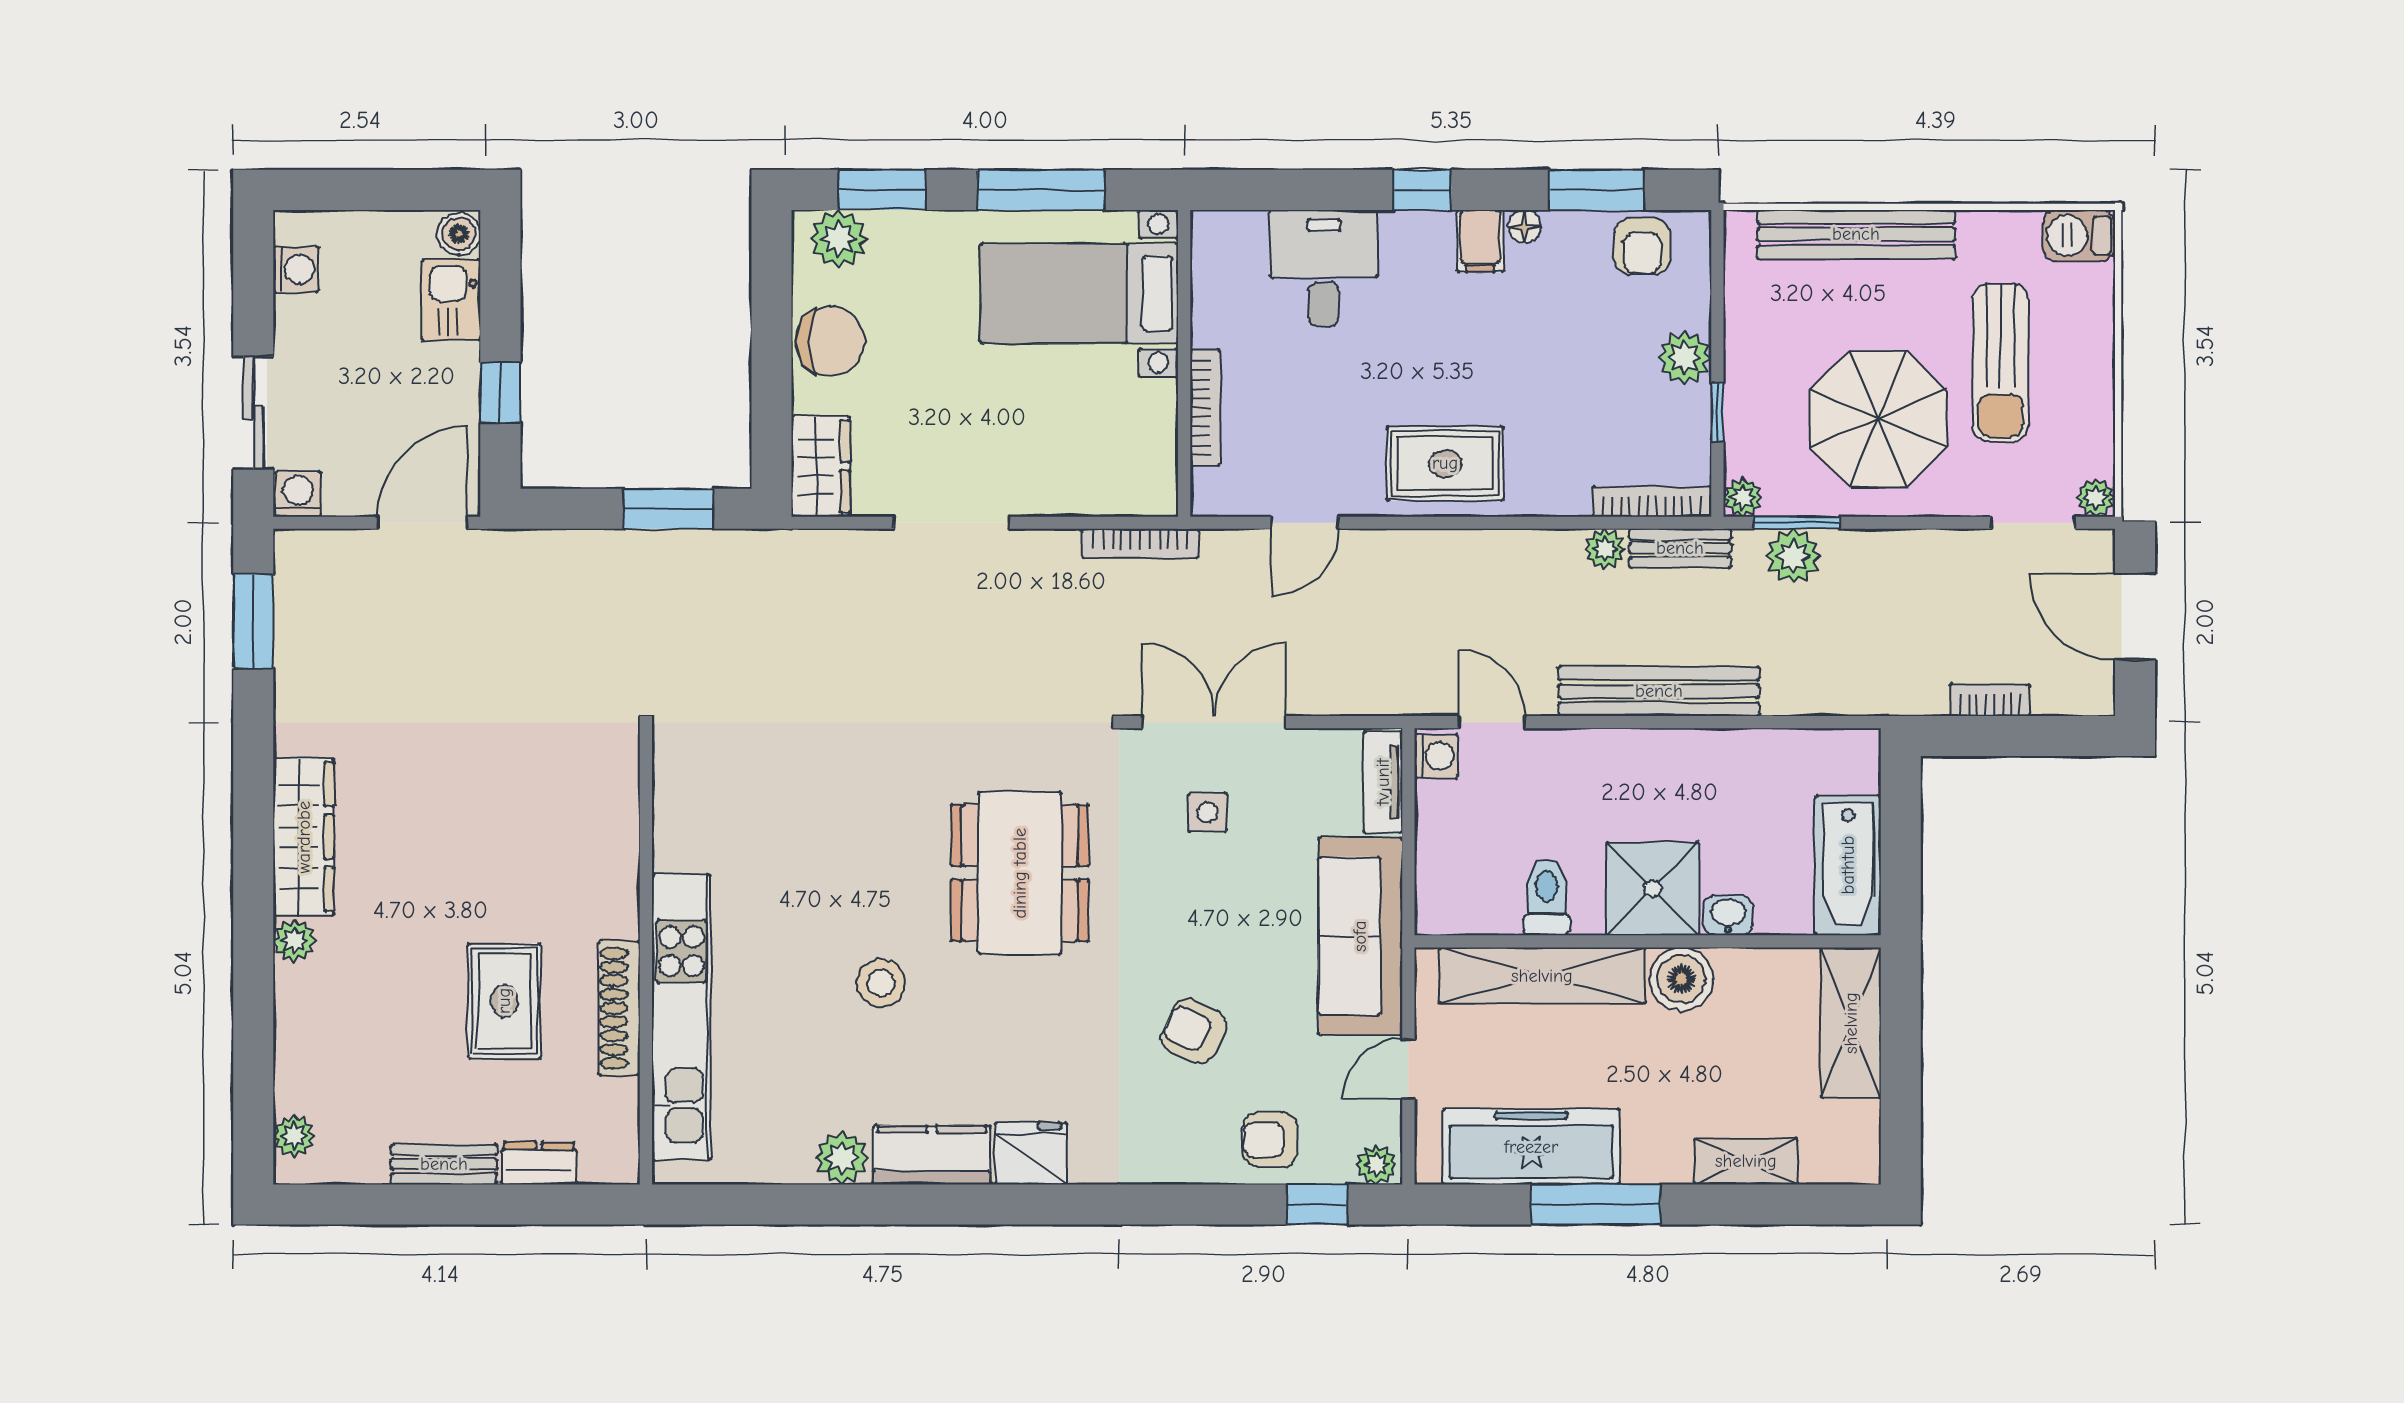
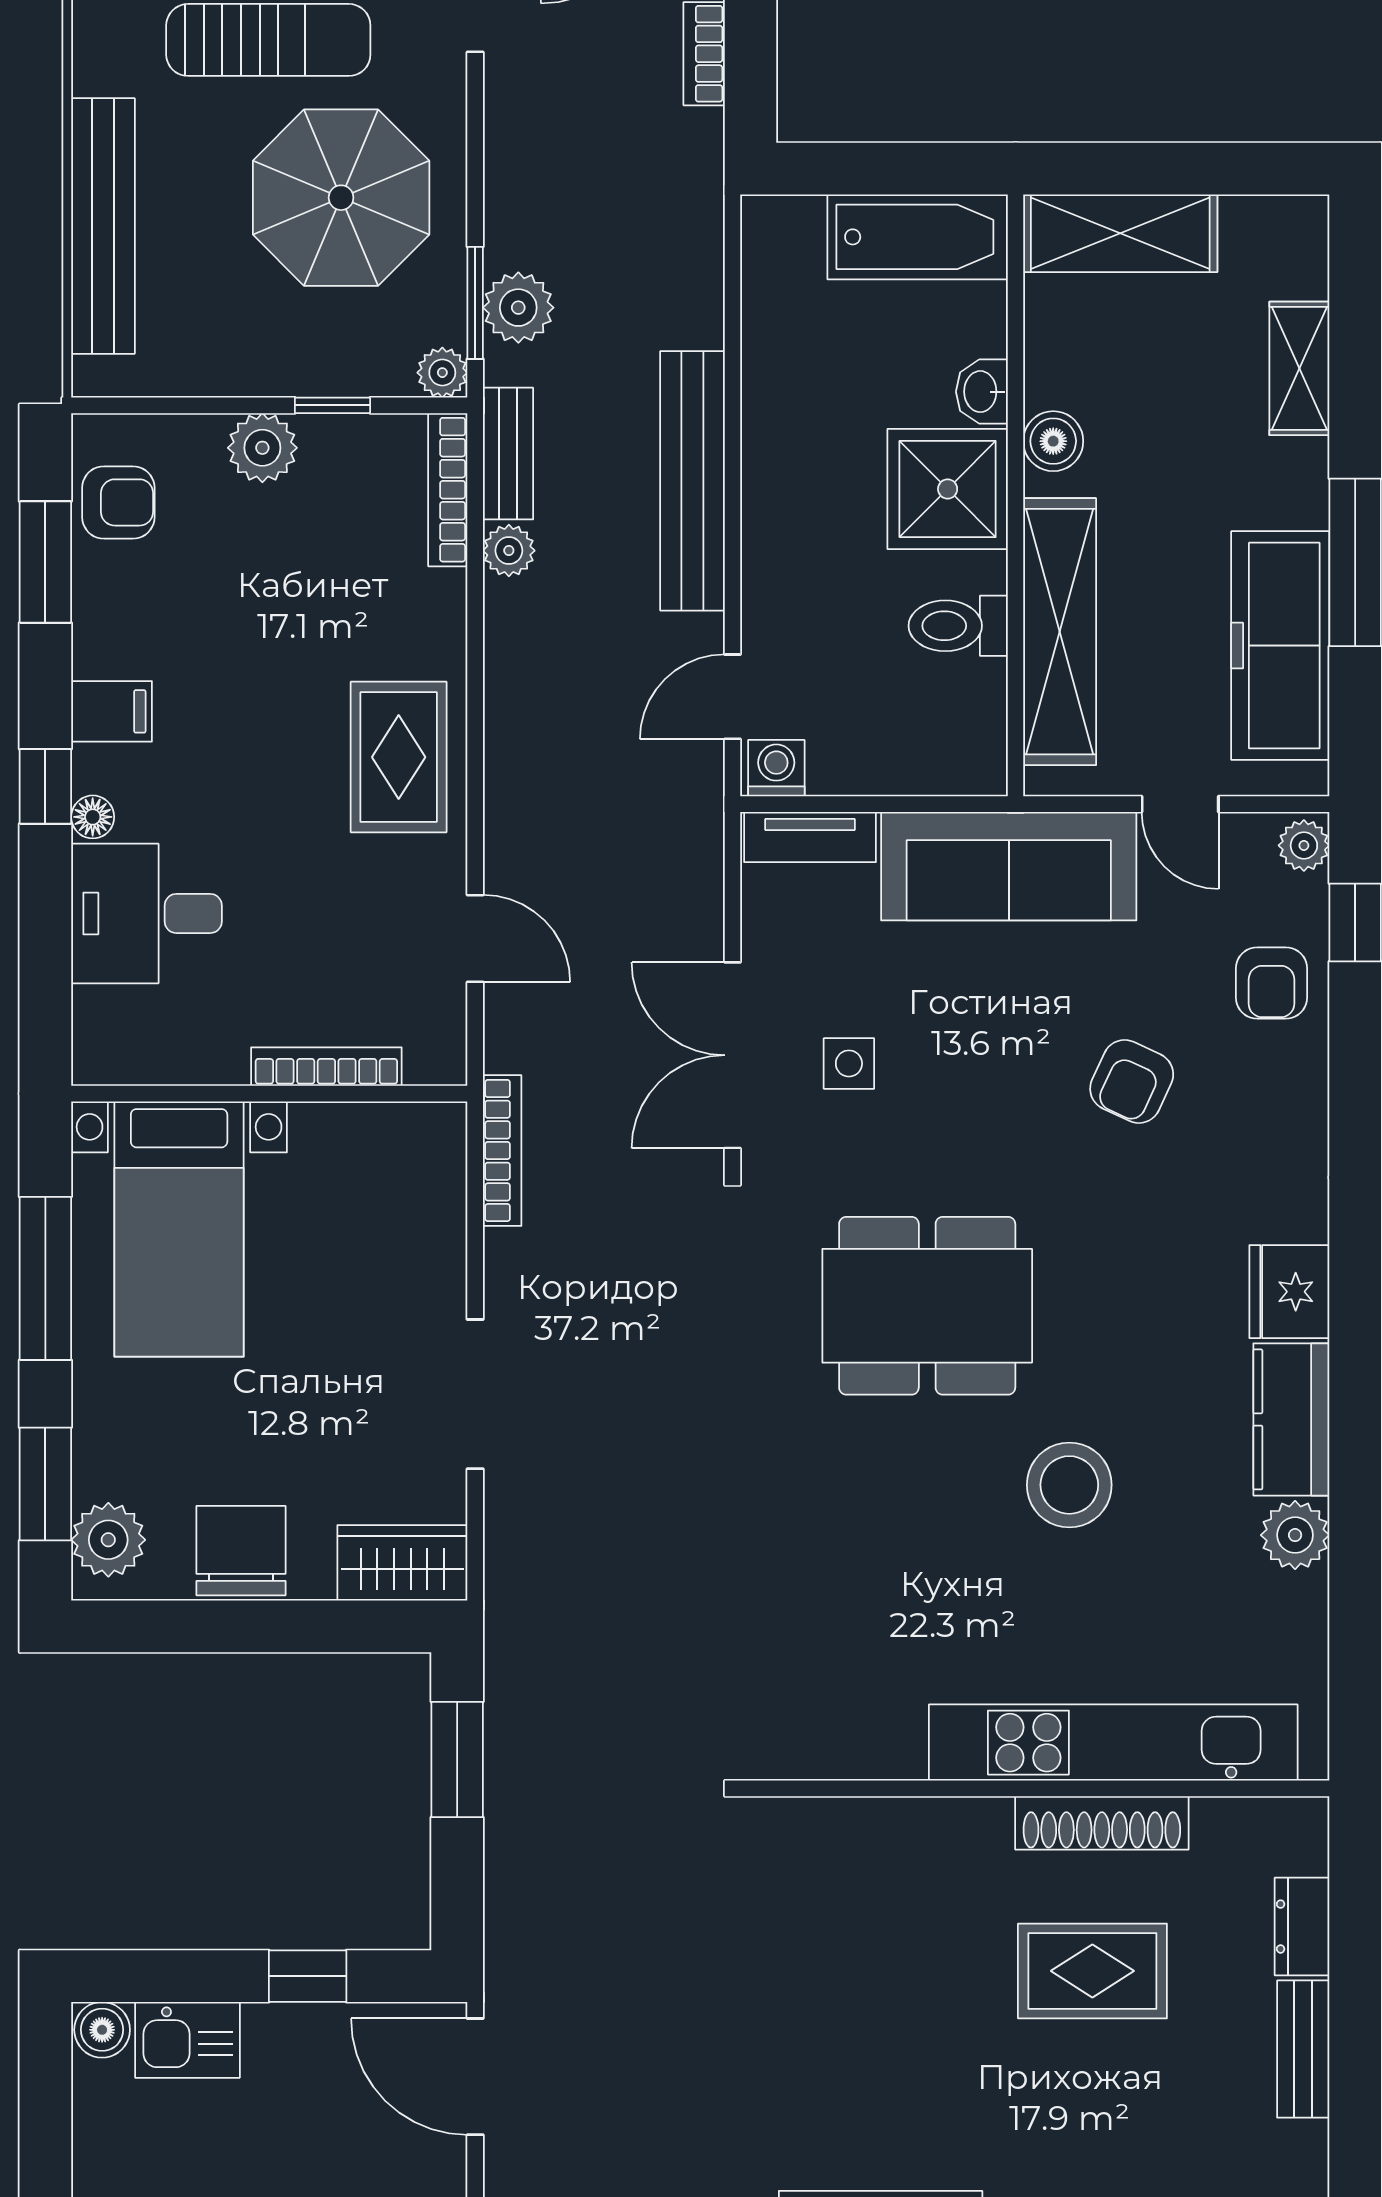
floor lamp: (1524, 226) -> (93, 817), moved
boiler: (1681, 979) -> (1053, 441), width x0.73, depth x0.73
stool: (881, 983) -> (1069, 1485), width x1.38, depth x1.38

